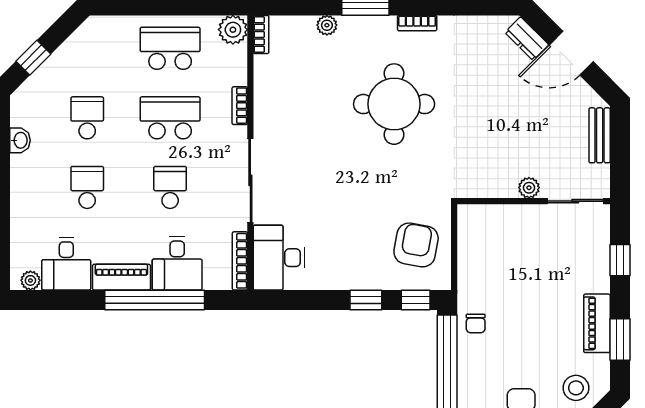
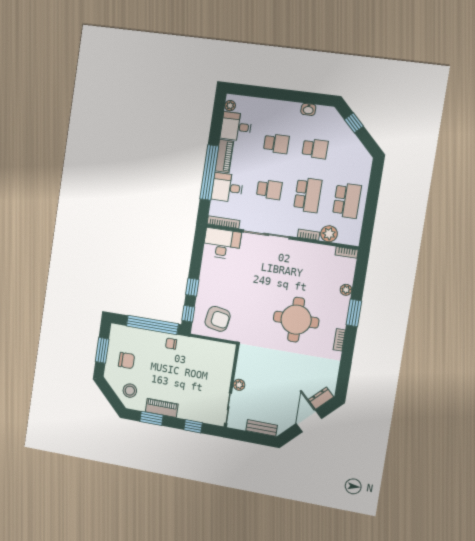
plant: (233, 30) -> (329, 234), moved

